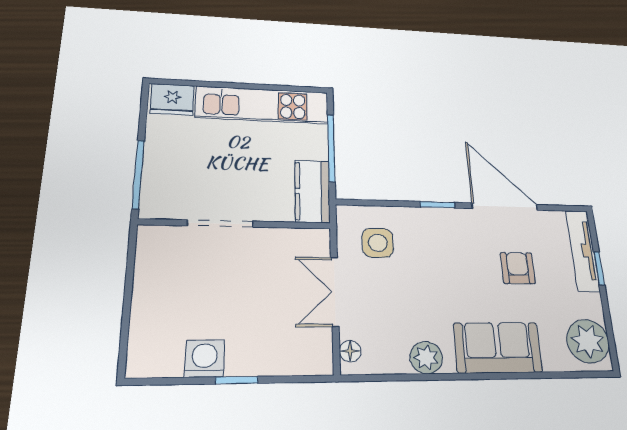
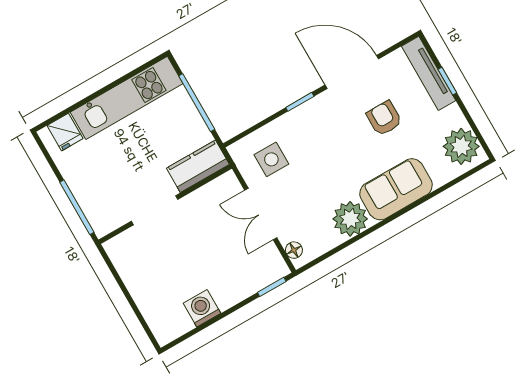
fridge: (172, 99) -> (65, 132), width x0.72
kitchen counter: (312, 191) -> (198, 166), moved, turned 90
plant: (426, 358) -> (350, 219), width x1.36, depth x1.36
window: (237, 380) -> (272, 287), moved

